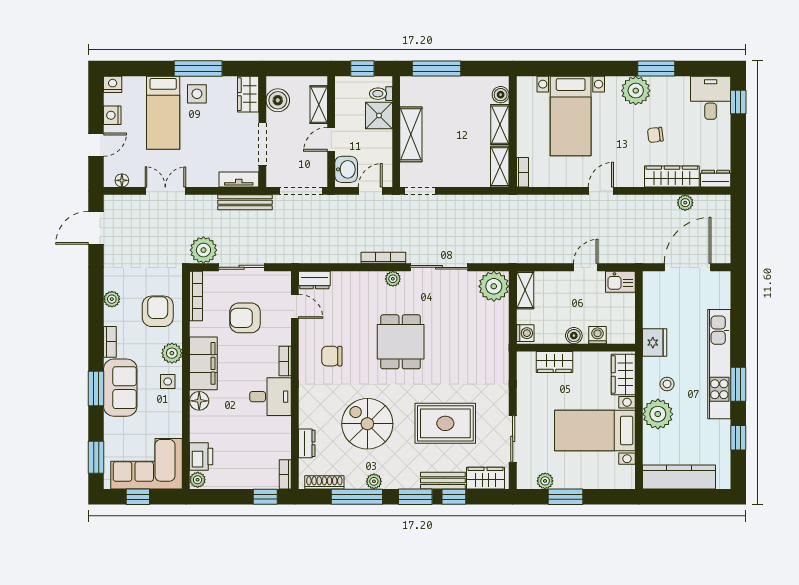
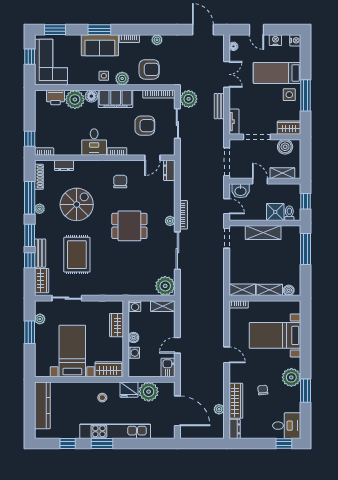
bench: (245, 202) -> (219, 106), moved, width x0.73
door: (586, 267) -> (177, 345), swing flipped
armchair: (245, 318) -> (145, 126), turned 90
plant: (658, 414) -> (149, 392), moved
plant: (198, 480) -> (75, 99), moved, width x1.88, depth x1.88

